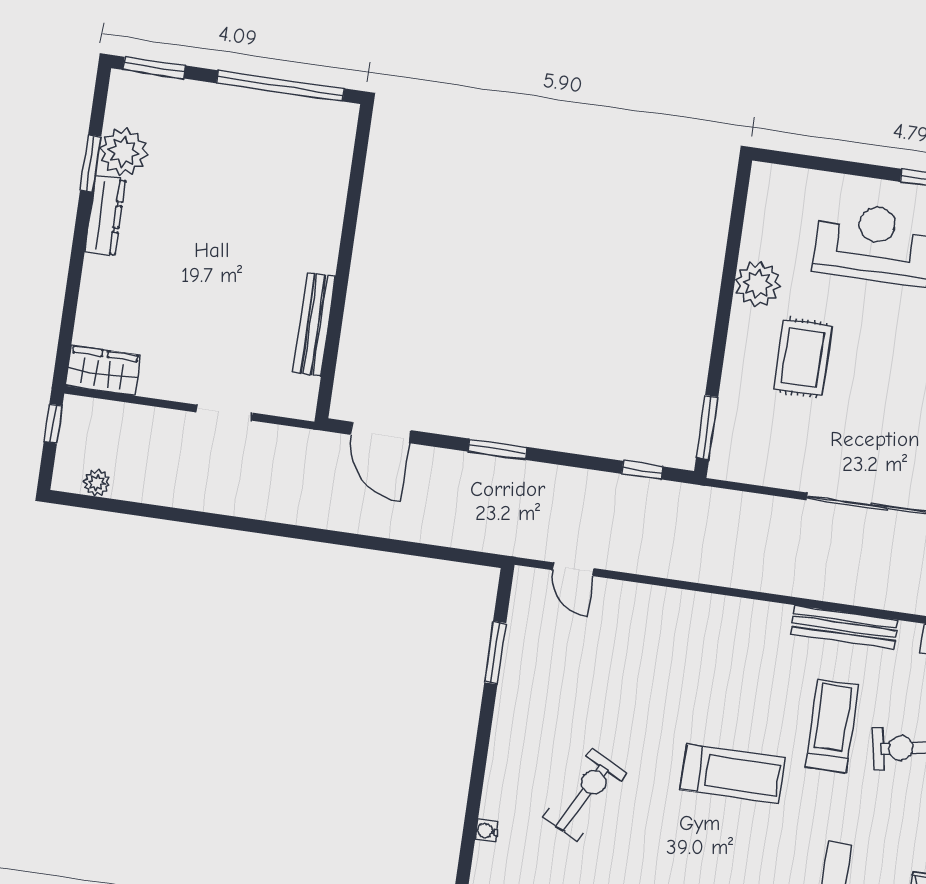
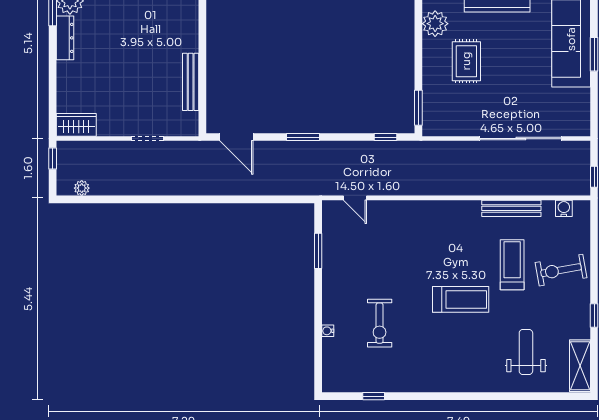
exercise bike: (584, 795) -> (380, 323), turned 152
water cooler: (487, 831) -> (328, 331), moved

